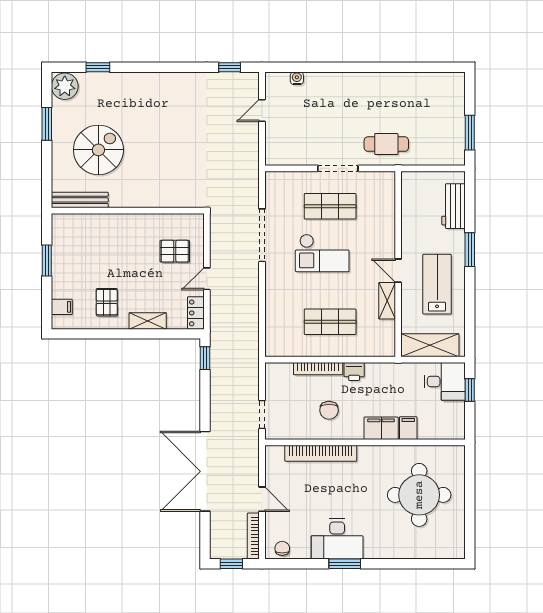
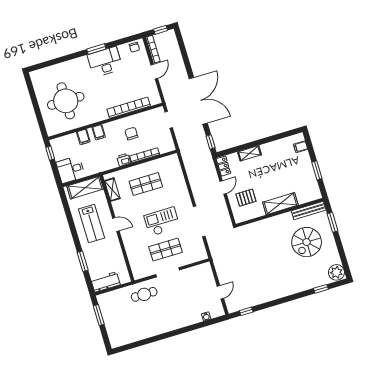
window: (47, 124) -> (333, 222), moved
workbench: (454, 206) -> (106, 282), moved, turned -90
shelving: (122, 225) -> (280, 204), added
window: (470, 250) -> (83, 261), moved
shelving: (387, 301) -> (112, 190), moved
pallet: (107, 302) -> (276, 157), removed
window: (470, 390) -> (50, 153), moved
filing cabinet: (381, 428) -> (99, 132), width x0.50
double door: (205, 471) -> (198, 101), moved
door: (262, 499) -> (154, 72), swing flipped

